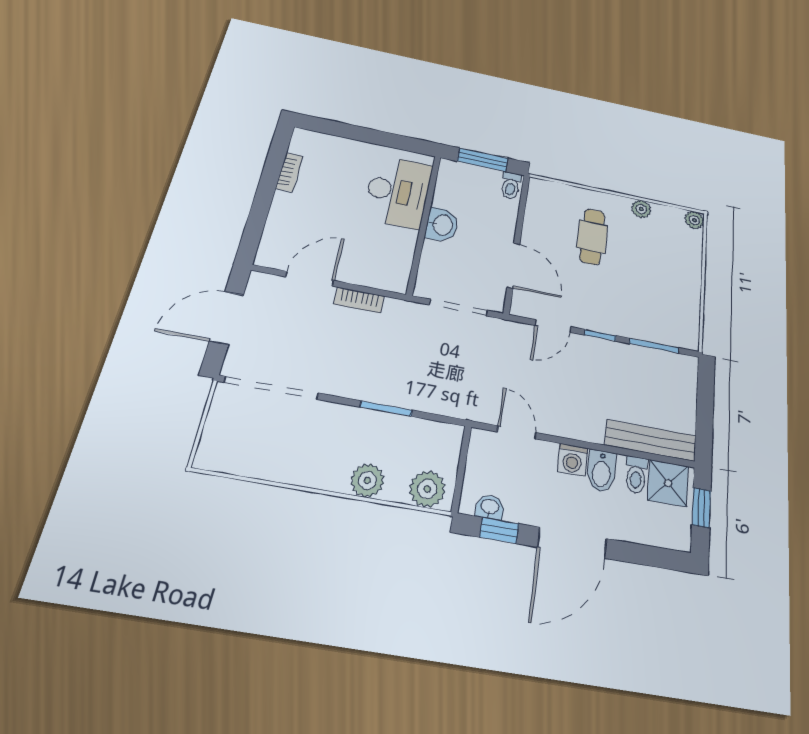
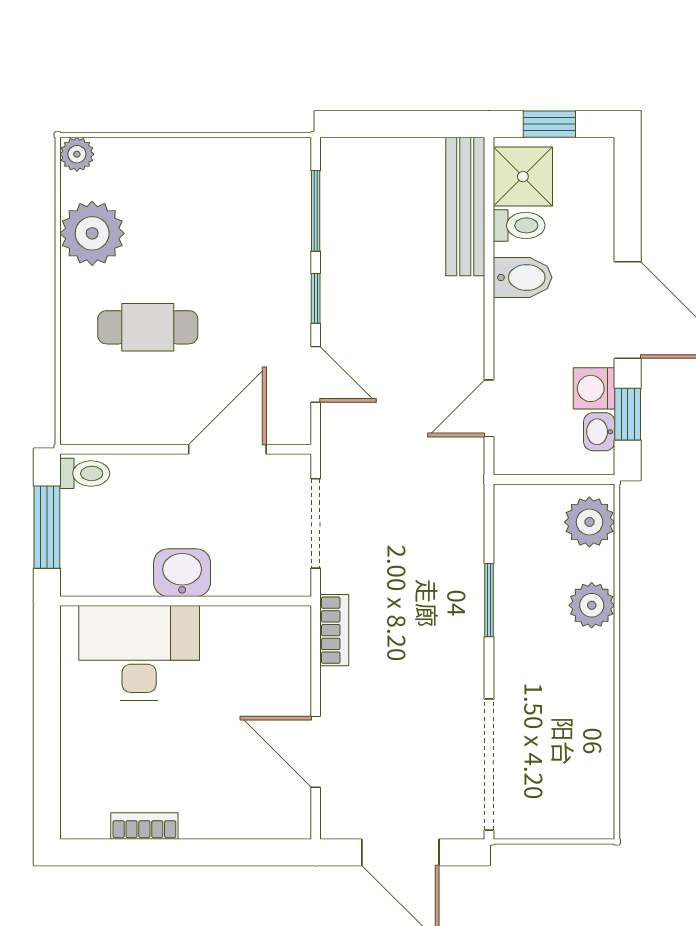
plant: (641, 209) -> (92, 233), width x1.87, depth x1.87
bookcase: (359, 300) -> (334, 630), moved
washing machine: (572, 460) -> (594, 388), moved, turned 180

